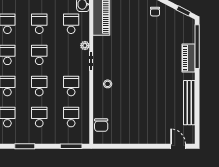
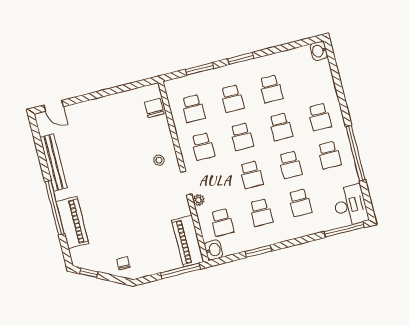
window: (197, 47) -> (55, 208), moved
piano: (188, 58) -> (72, 223), width x1.37, depth x1.33
window: (71, 146) -> (200, 69), moved

